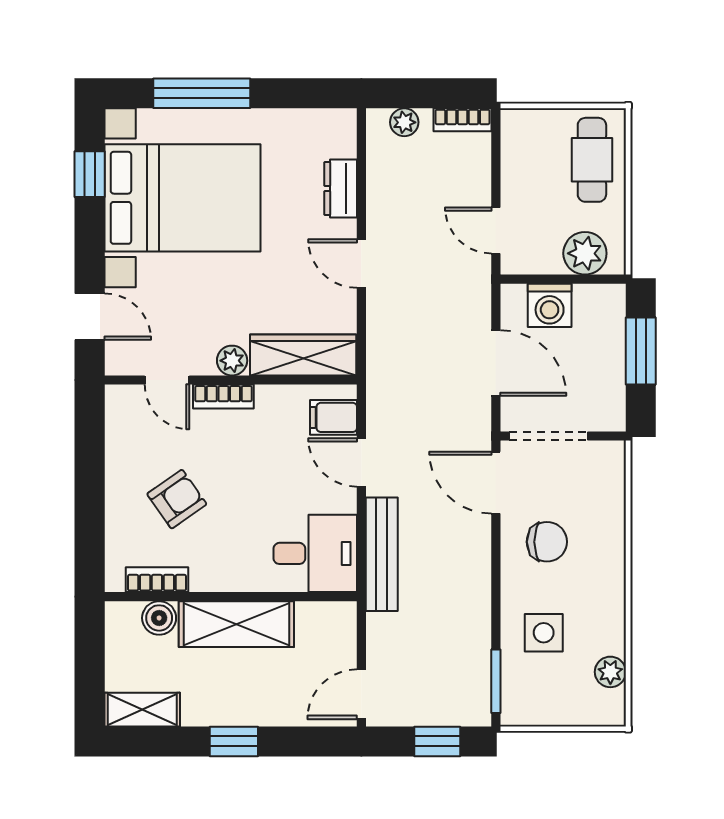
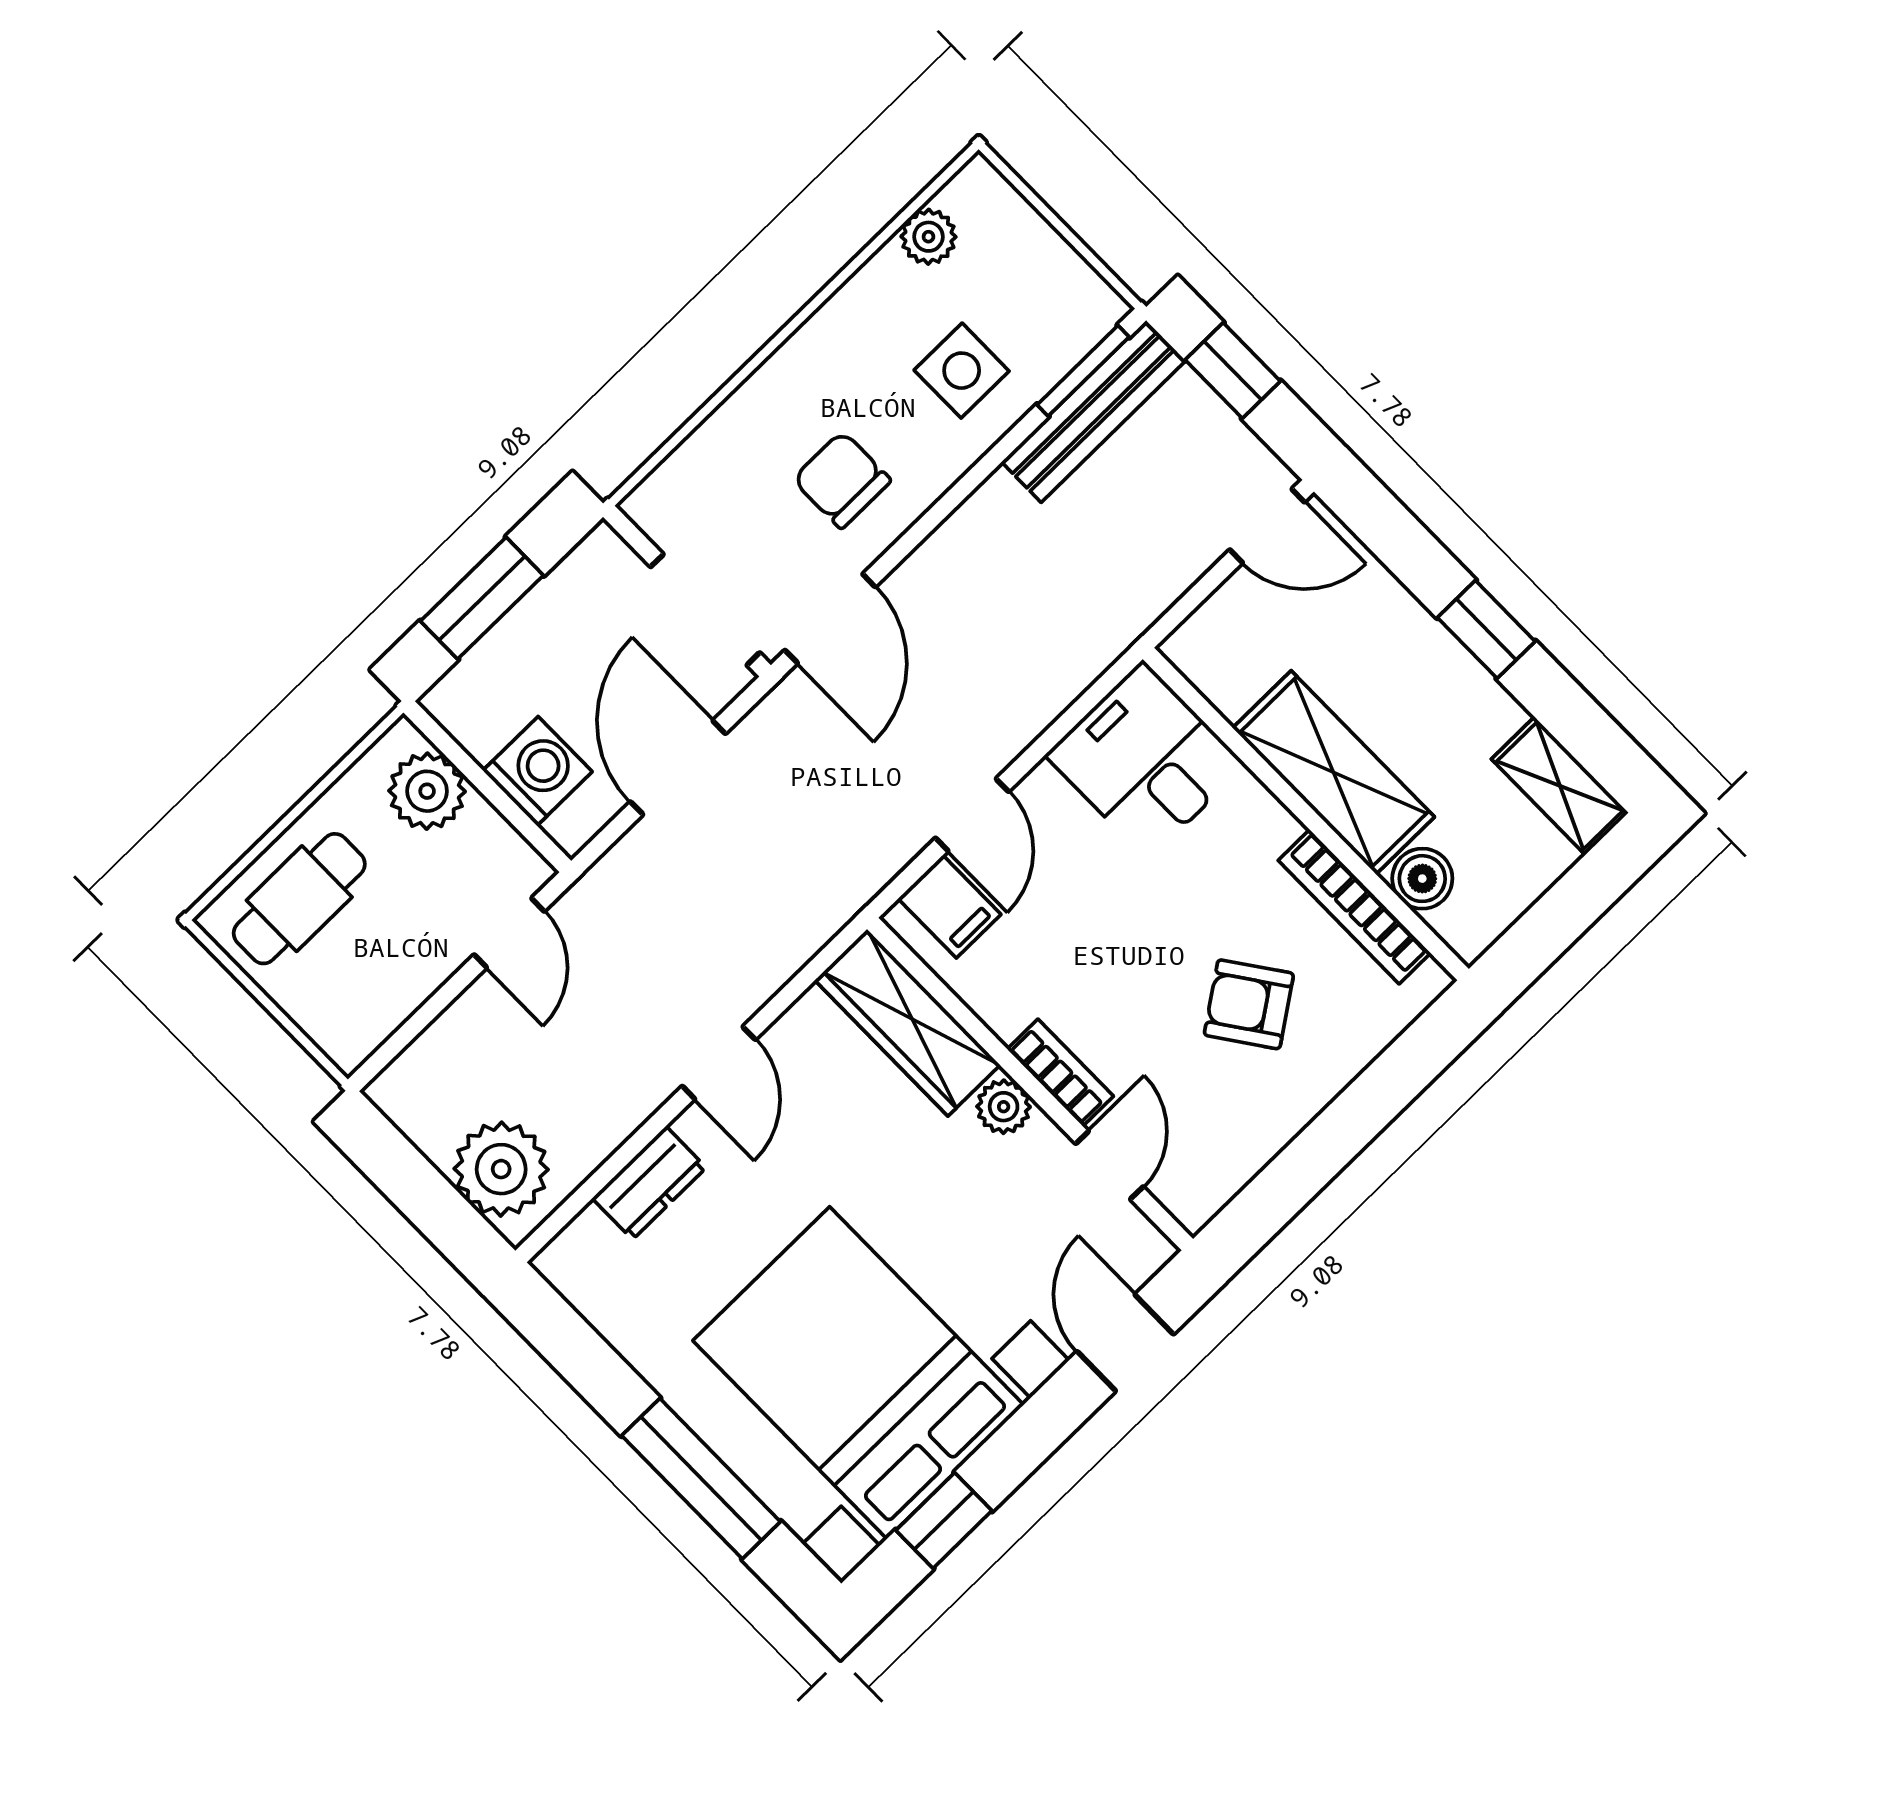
bookcase: (463, 120) -> (410, 1113), removed
plant: (404, 122) -> (501, 1169), width x1.87, depth x1.87
bench: (382, 554) -> (1094, 411), moved
bookcase: (157, 580) -> (1354, 907), width x1.56

